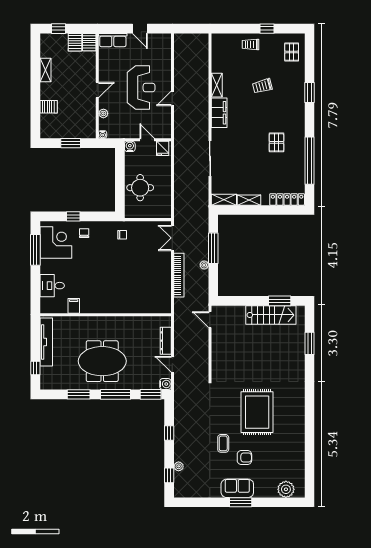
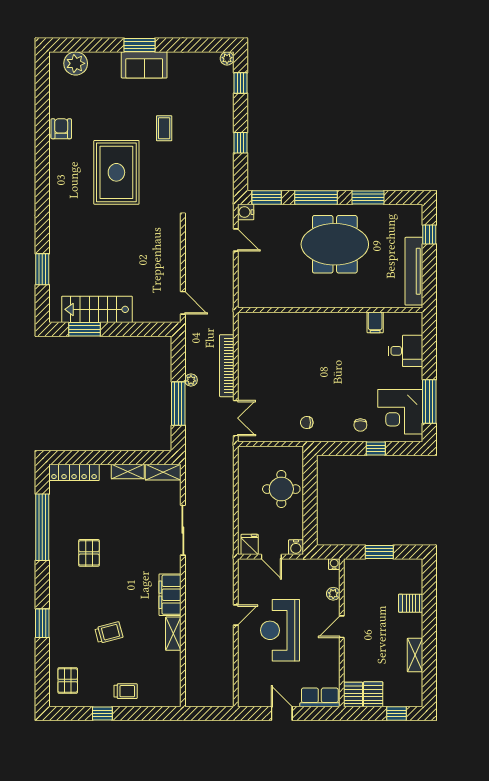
dresser: (166, 341) -> (245, 273), removed
armchair: (244, 458) -> (61, 129), moved, turned 90
plant: (179, 466) -> (227, 58), moved

